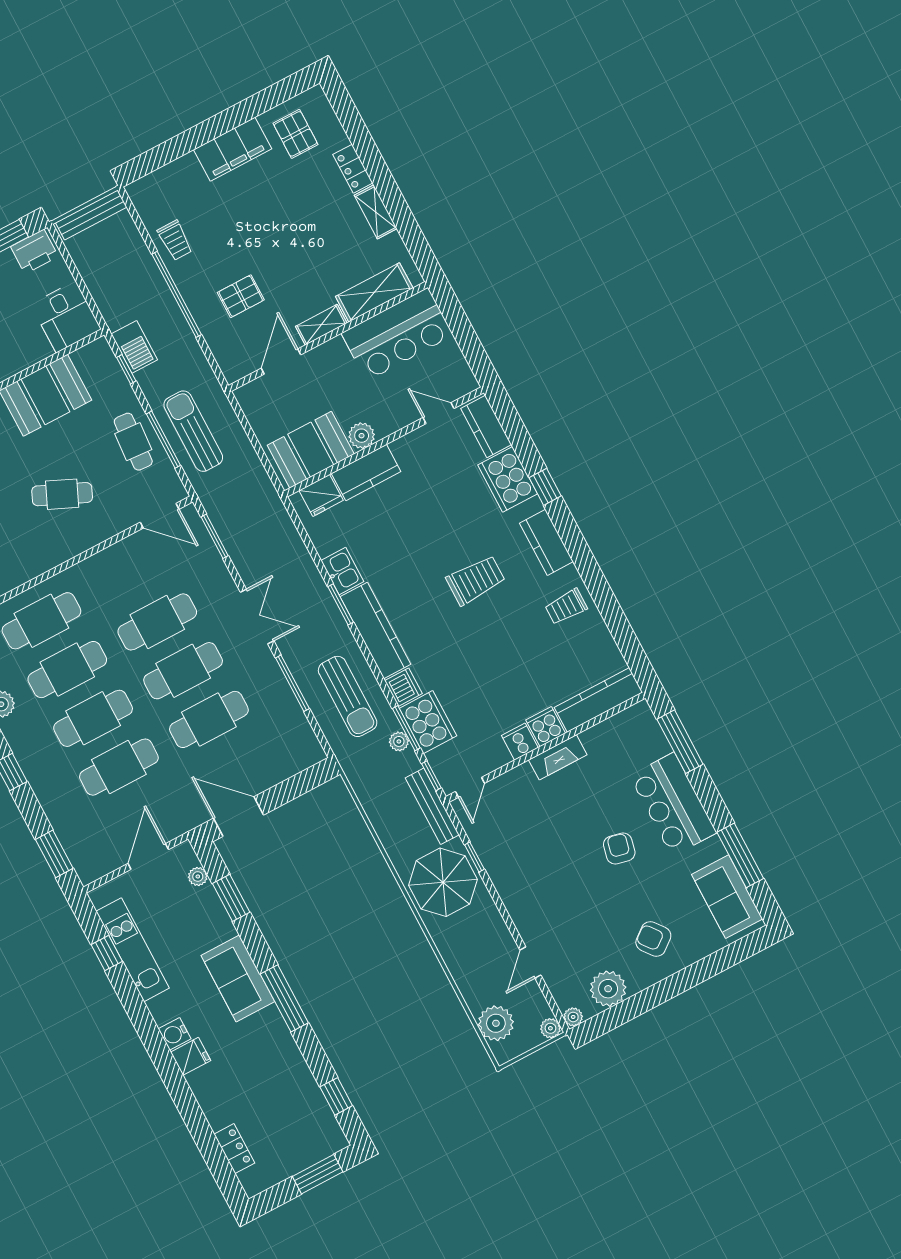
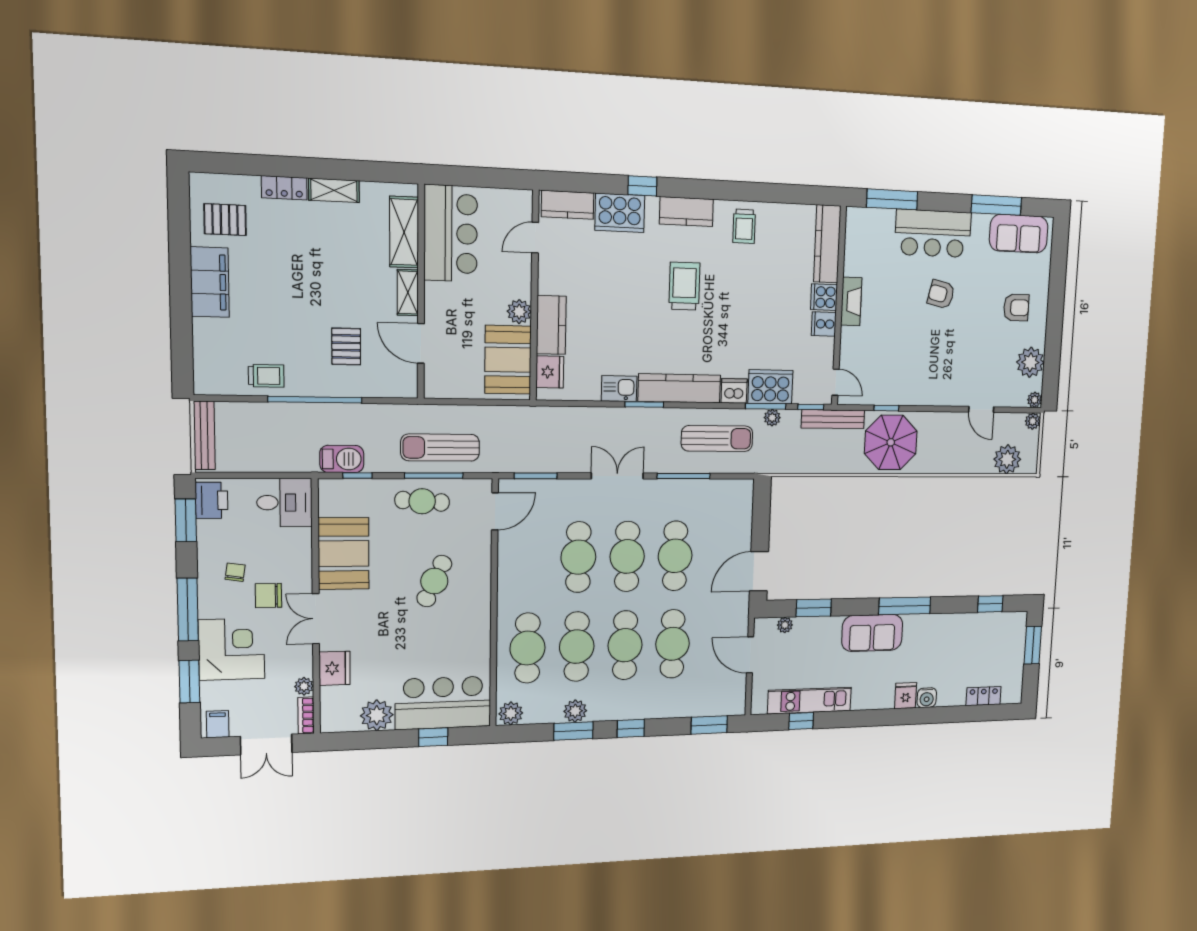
armchair: (653, 939) -> (1016, 308), turned -142
water cooler: (175, 1034) -> (927, 698), moved

